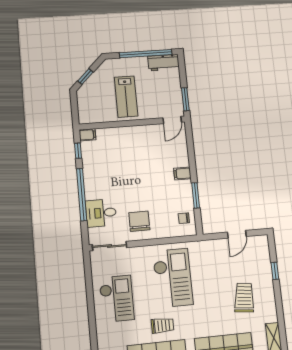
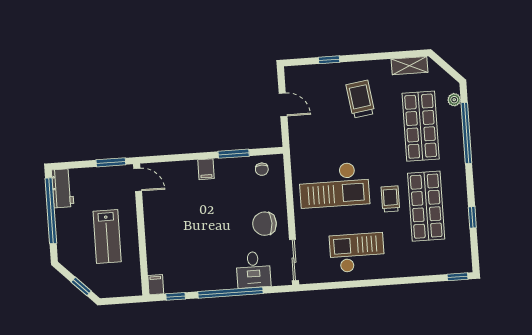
lab bench: (126, 97) -> (107, 236), turned 90
checkout: (173, 278) -> (334, 185), turned 180
trolley: (244, 298) -> (360, 99), turned 75

